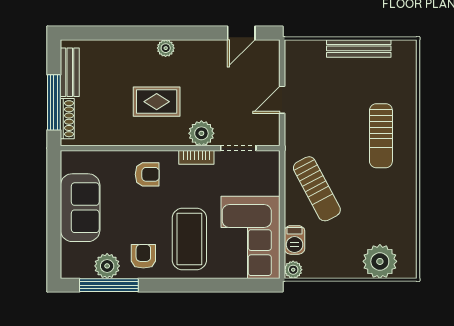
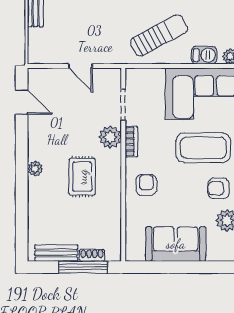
shoe rack: (67, 119) -> (92, 255), width x0.70

